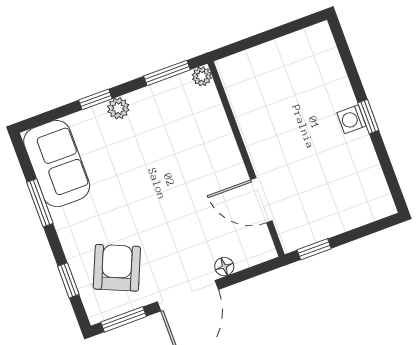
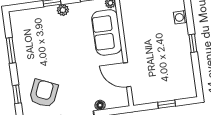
washing machine: (352, 119) -> (180, 17), moved
sofa: (57, 164) -> (107, 32), moved, turned 180
window: (314, 249) -> (167, 104), moved

